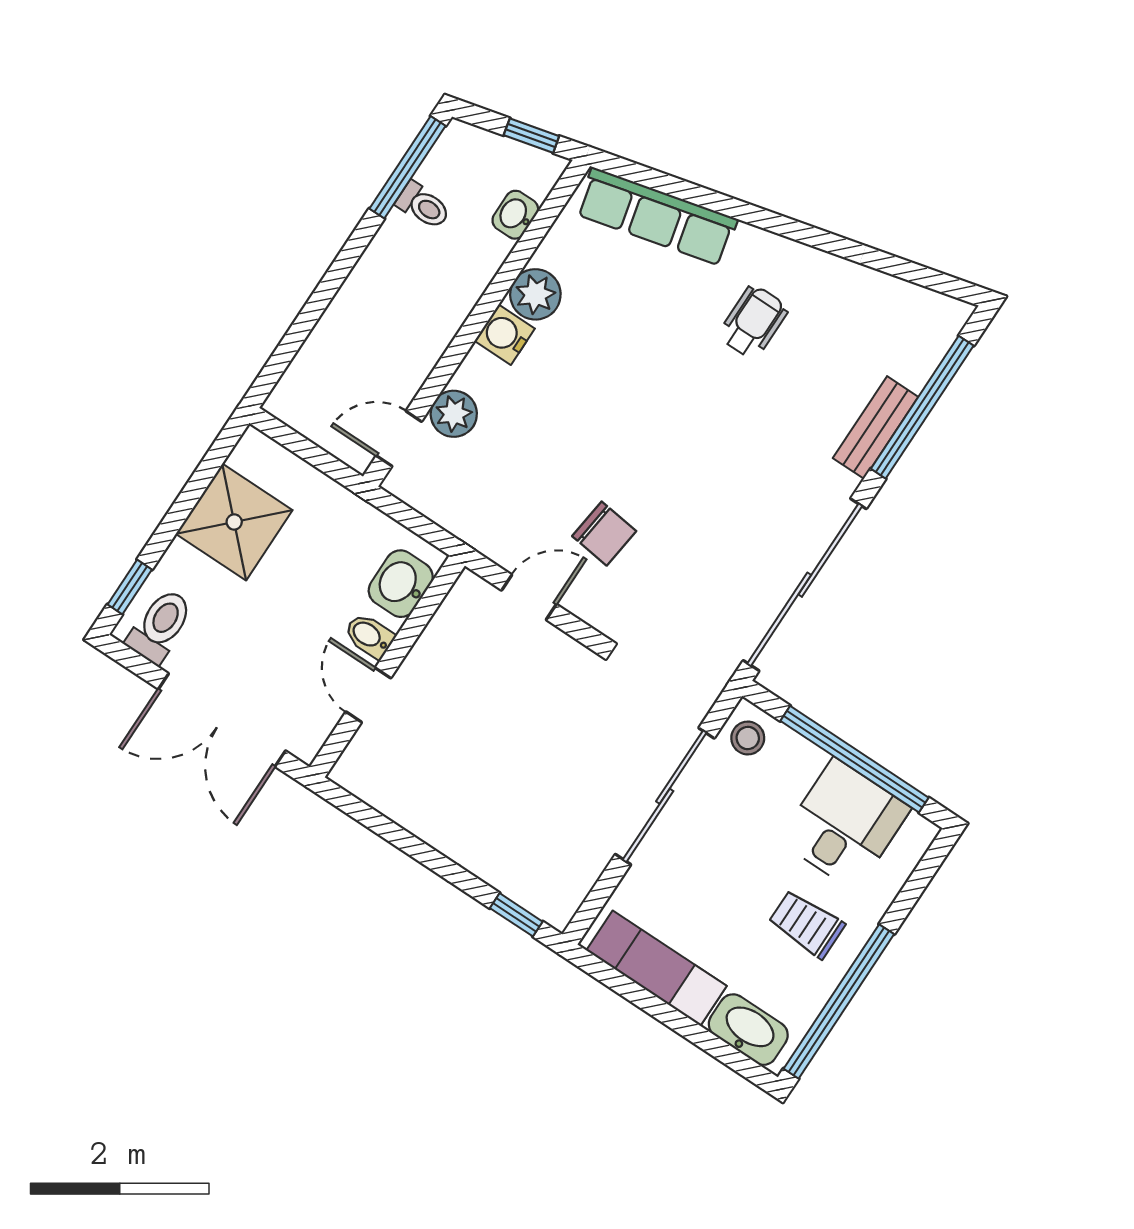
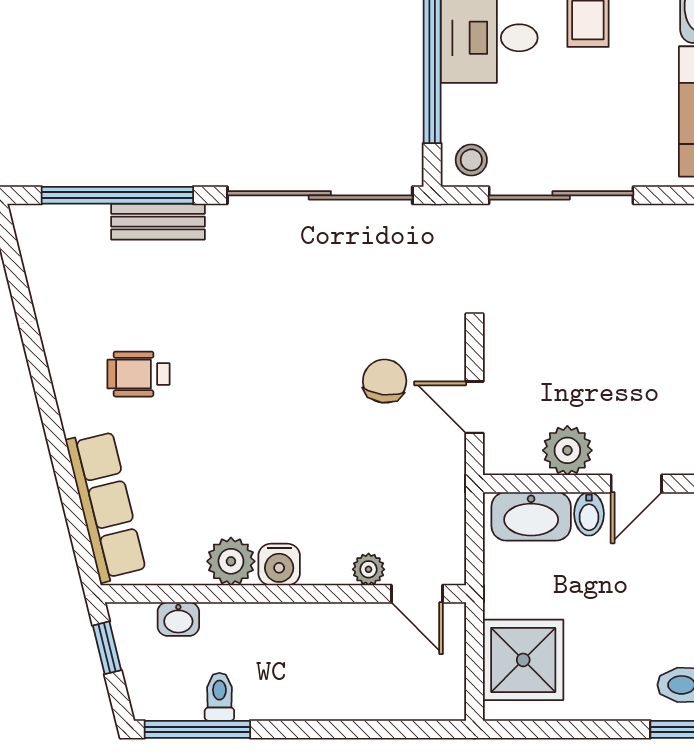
plant: (454, 414) -> (369, 569), width x0.73, depth x0.73
shower: (234, 522) -> (523, 660), moved
washbasin: (401, 584) -> (531, 516), width x1.38
plant: (437, 654) -> (567, 450), added

